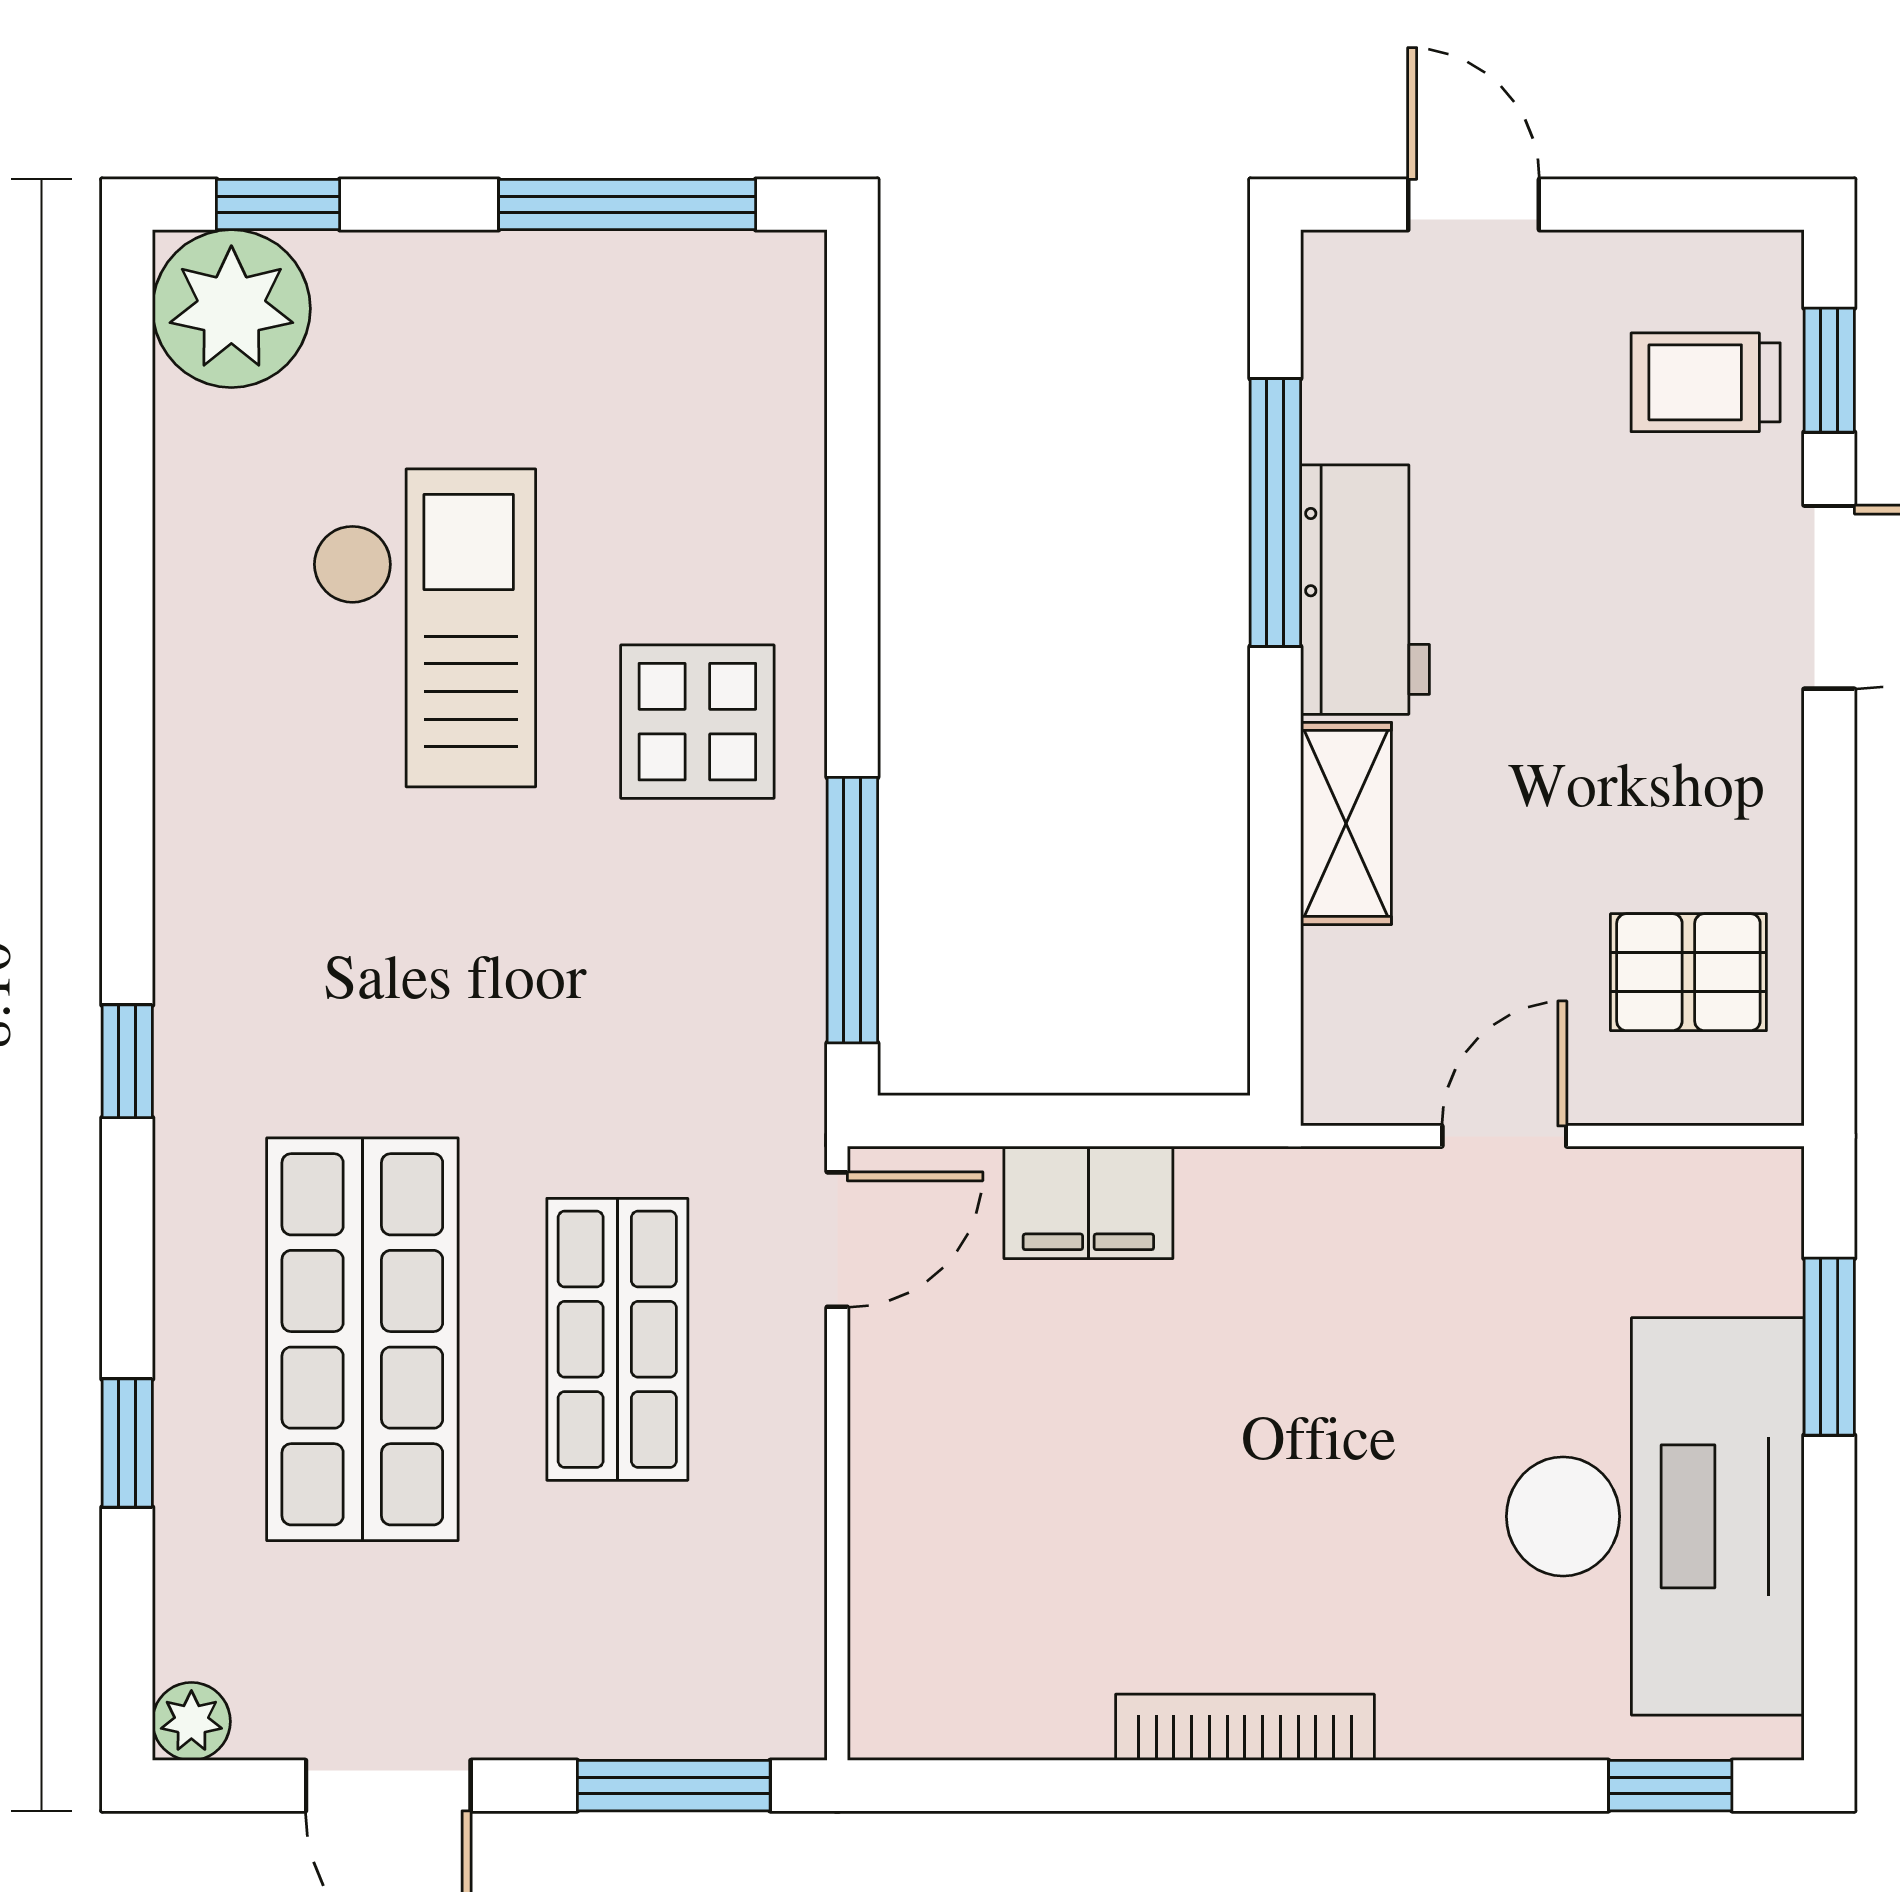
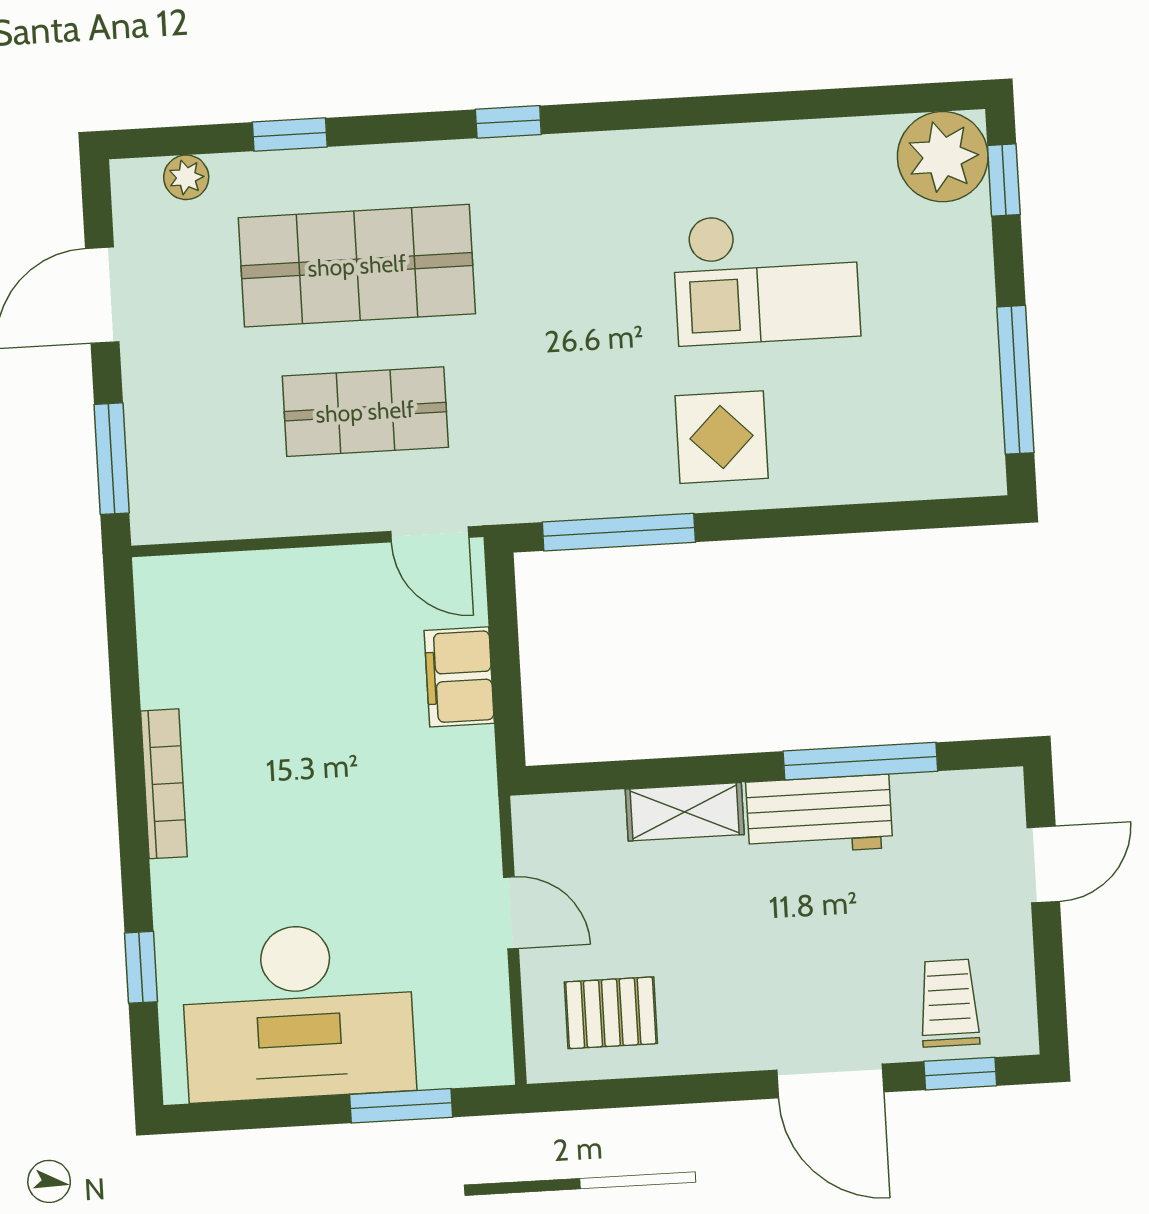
pallet: (1688, 972) -> (611, 1013), turned 90
plant: (191, 1721) -> (186, 177), moved
window: (1670, 1786) -> (141, 967), moved

